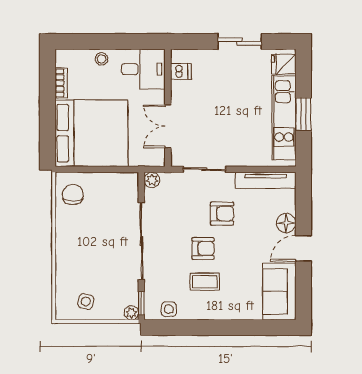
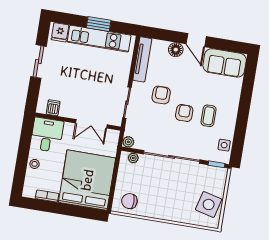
side table: (86, 301) -> (209, 204), width x1.87, depth x1.87
plant: (131, 313) -> (133, 158), moved

